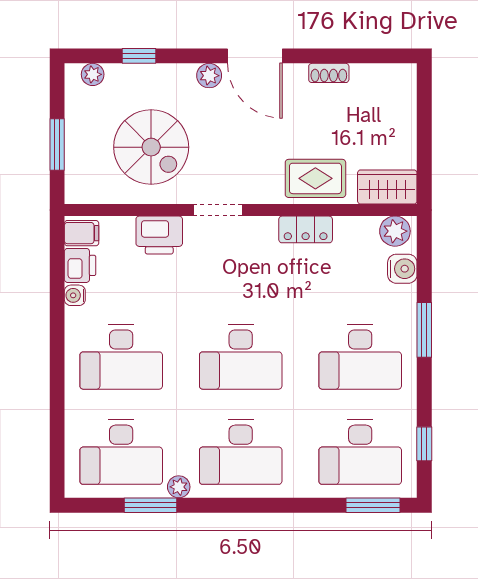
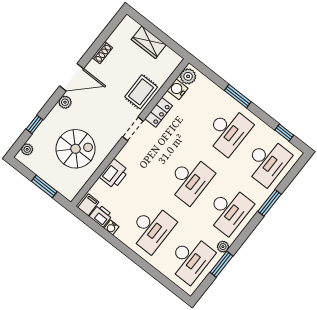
wardrobe: (387, 187) -> (149, 42), moved, turned -90
doorway: (218, 210) -> (133, 129), moved
water cooler: (402, 269) -> (178, 89), moved, turned -90
window: (373, 505) -> (270, 203), moved

